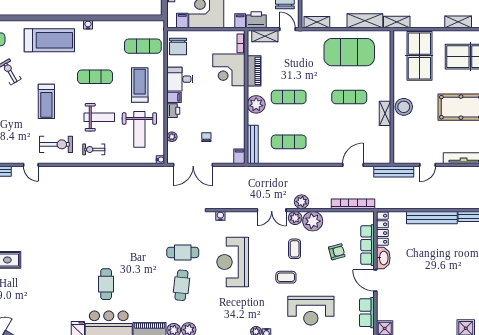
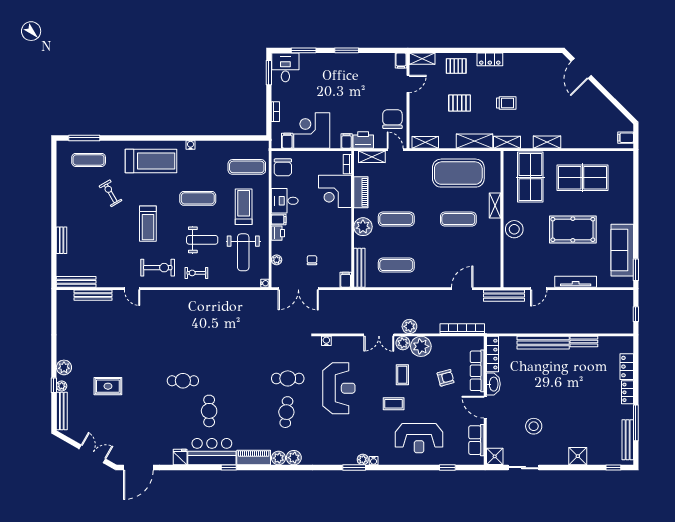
shelving: (458, 22) -> (547, 142), moved
shelving: (385, 113) -> (495, 206), moved
cafe table: (80, 255) -> (183, 381), added
reception desk: (233, 262) -> (339, 388), turned 180
stool: (423, 299) -> (534, 426), added

